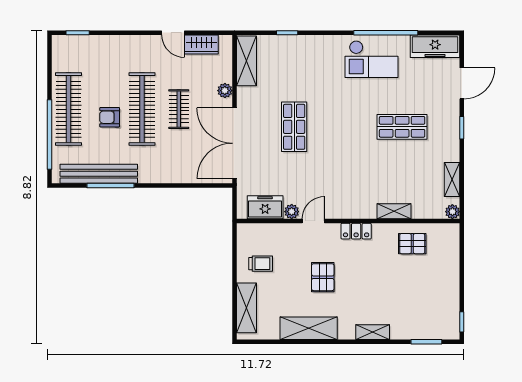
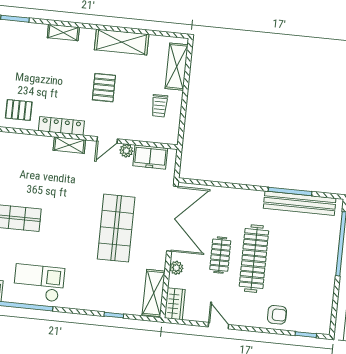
wardrobe: (201, 44) -> (175, 304), moved, turned 90
clothes rail: (68, 109) -> (321, 265), removed
armchair: (110, 117) -> (277, 315), moved
shop shelf: (294, 127) -> (116, 228), width x1.43, depth x1.36
shelving: (394, 211) -> (69, 145), moved
locker: (356, 231) -> (61, 126), width x1.53
trolley: (261, 264) -> (159, 106), turned -90

